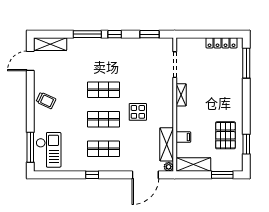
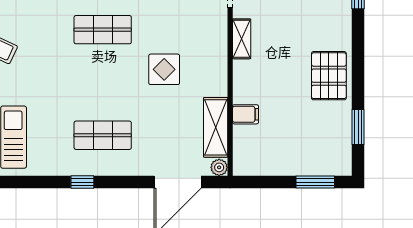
shop shelf: (103, 119) -> (103, 82), removed
pallet: (225, 135) -> (329, 76), moved
shelving: (193, 165) -> (263, 164), removed

